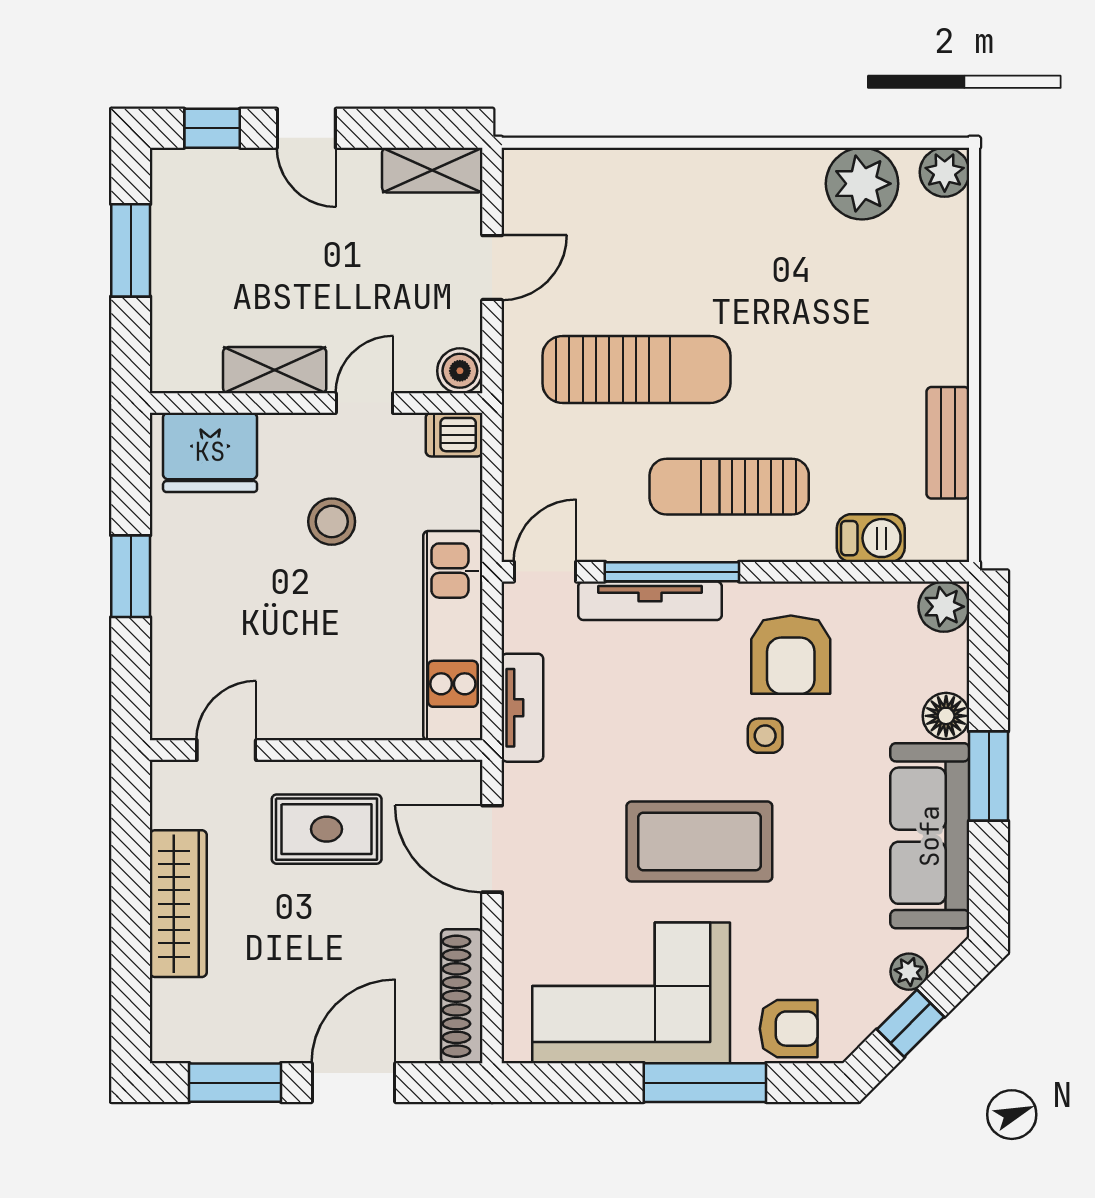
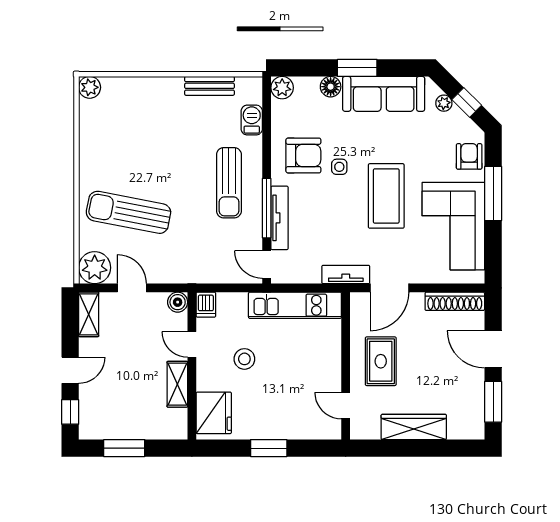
plant: (862, 184) -> (95, 268), moved
sun lounger: (636, 369) -> (128, 212), moved, turned -79
tv unit: (522, 708) -> (346, 274), moved

